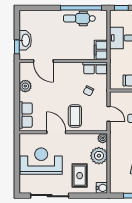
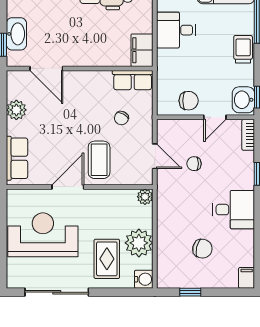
door: (56, 132) -> (68, 187), hinge flipped
plant: (99, 156) -> (139, 243), moved

